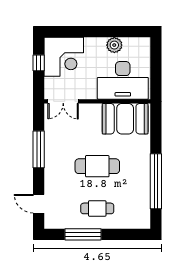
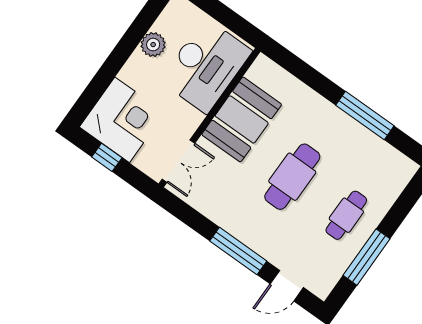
booth: (125, 119) -> (242, 119), moved
window: (39, 149) -> (238, 251), moved
window: (156, 181) -> (365, 115), width x0.68

